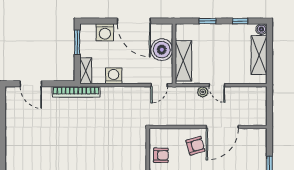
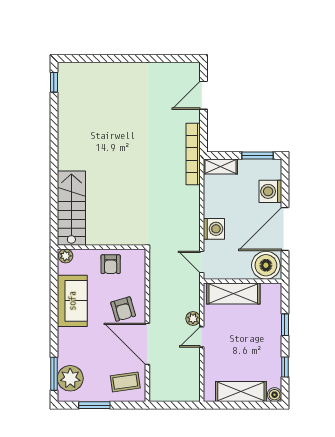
boiler: (162, 50) -> (266, 265), moved
washing machine: (114, 76) -> (214, 229), moved
coffee table: (252, 144) -> (125, 382), added

